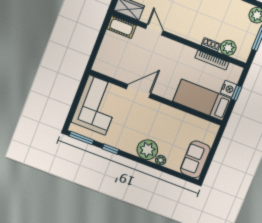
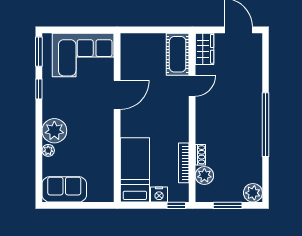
cot: (121, 27) -> (178, 54), width x1.37, depth x1.34
door: (138, 91) -> (117, 95), hinge flipped
window: (237, 93) -> (176, 205), moved

